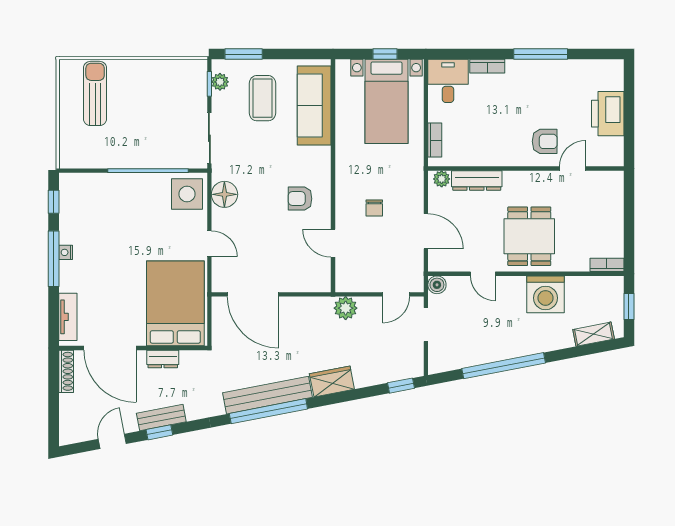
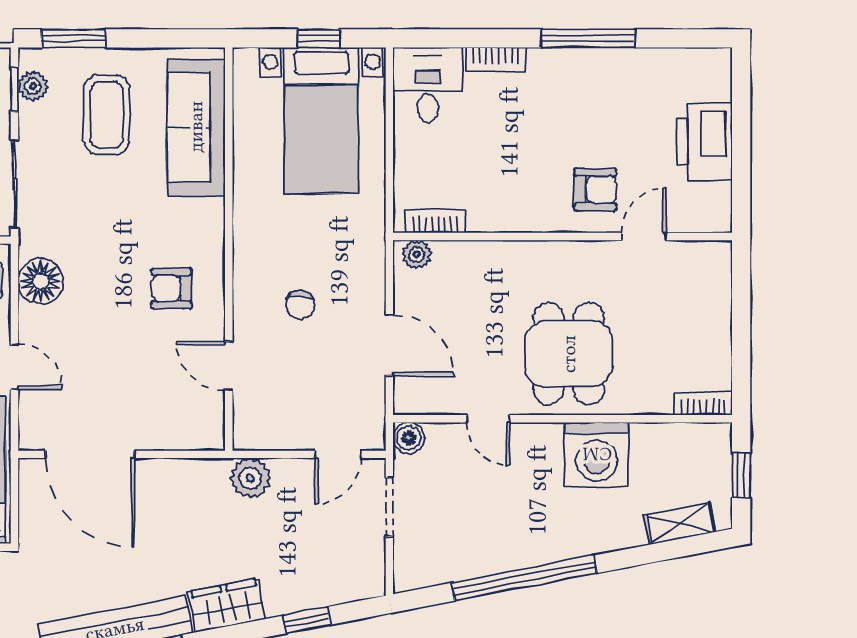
bookcase: (435, 140) -> (435, 221), moved, turned -90
dresser: (477, 180) -> (478, 257), removed
window: (401, 386) -> (307, 620), moved

